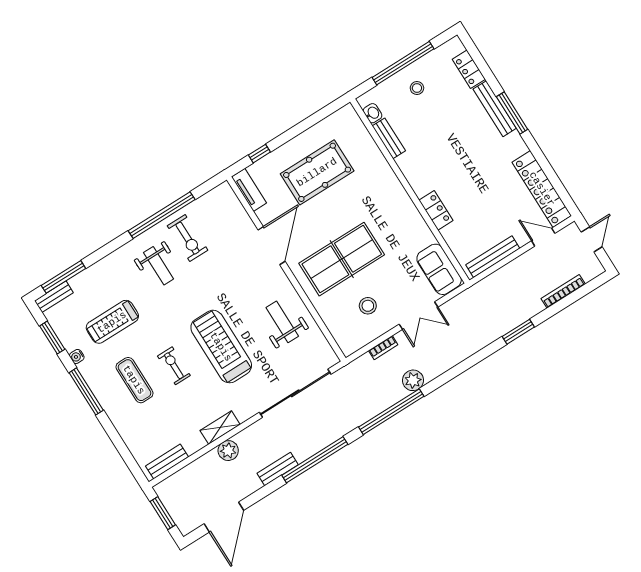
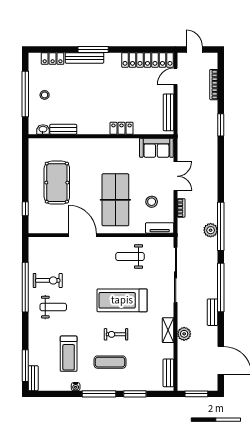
tv unit: (249, 190) -> (160, 228), moved
window: (52, 338) -> (135, 394), moved
plant: (413, 380) -> (211, 230), moved

